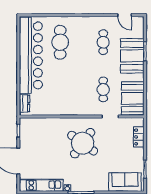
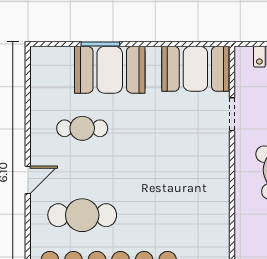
door: (125, 15) -> (28, 180), moved
cafe table: (103, 89) -> (178, 128), removed

